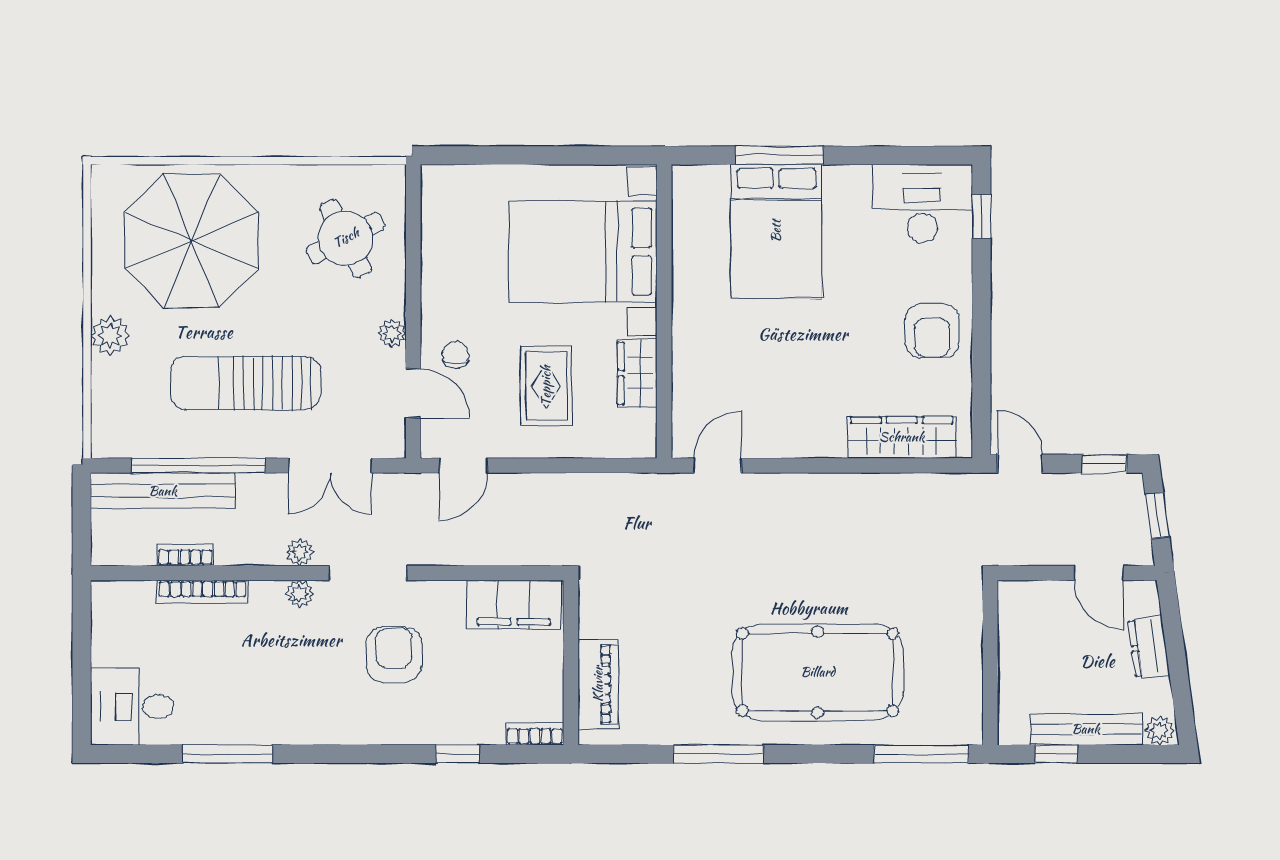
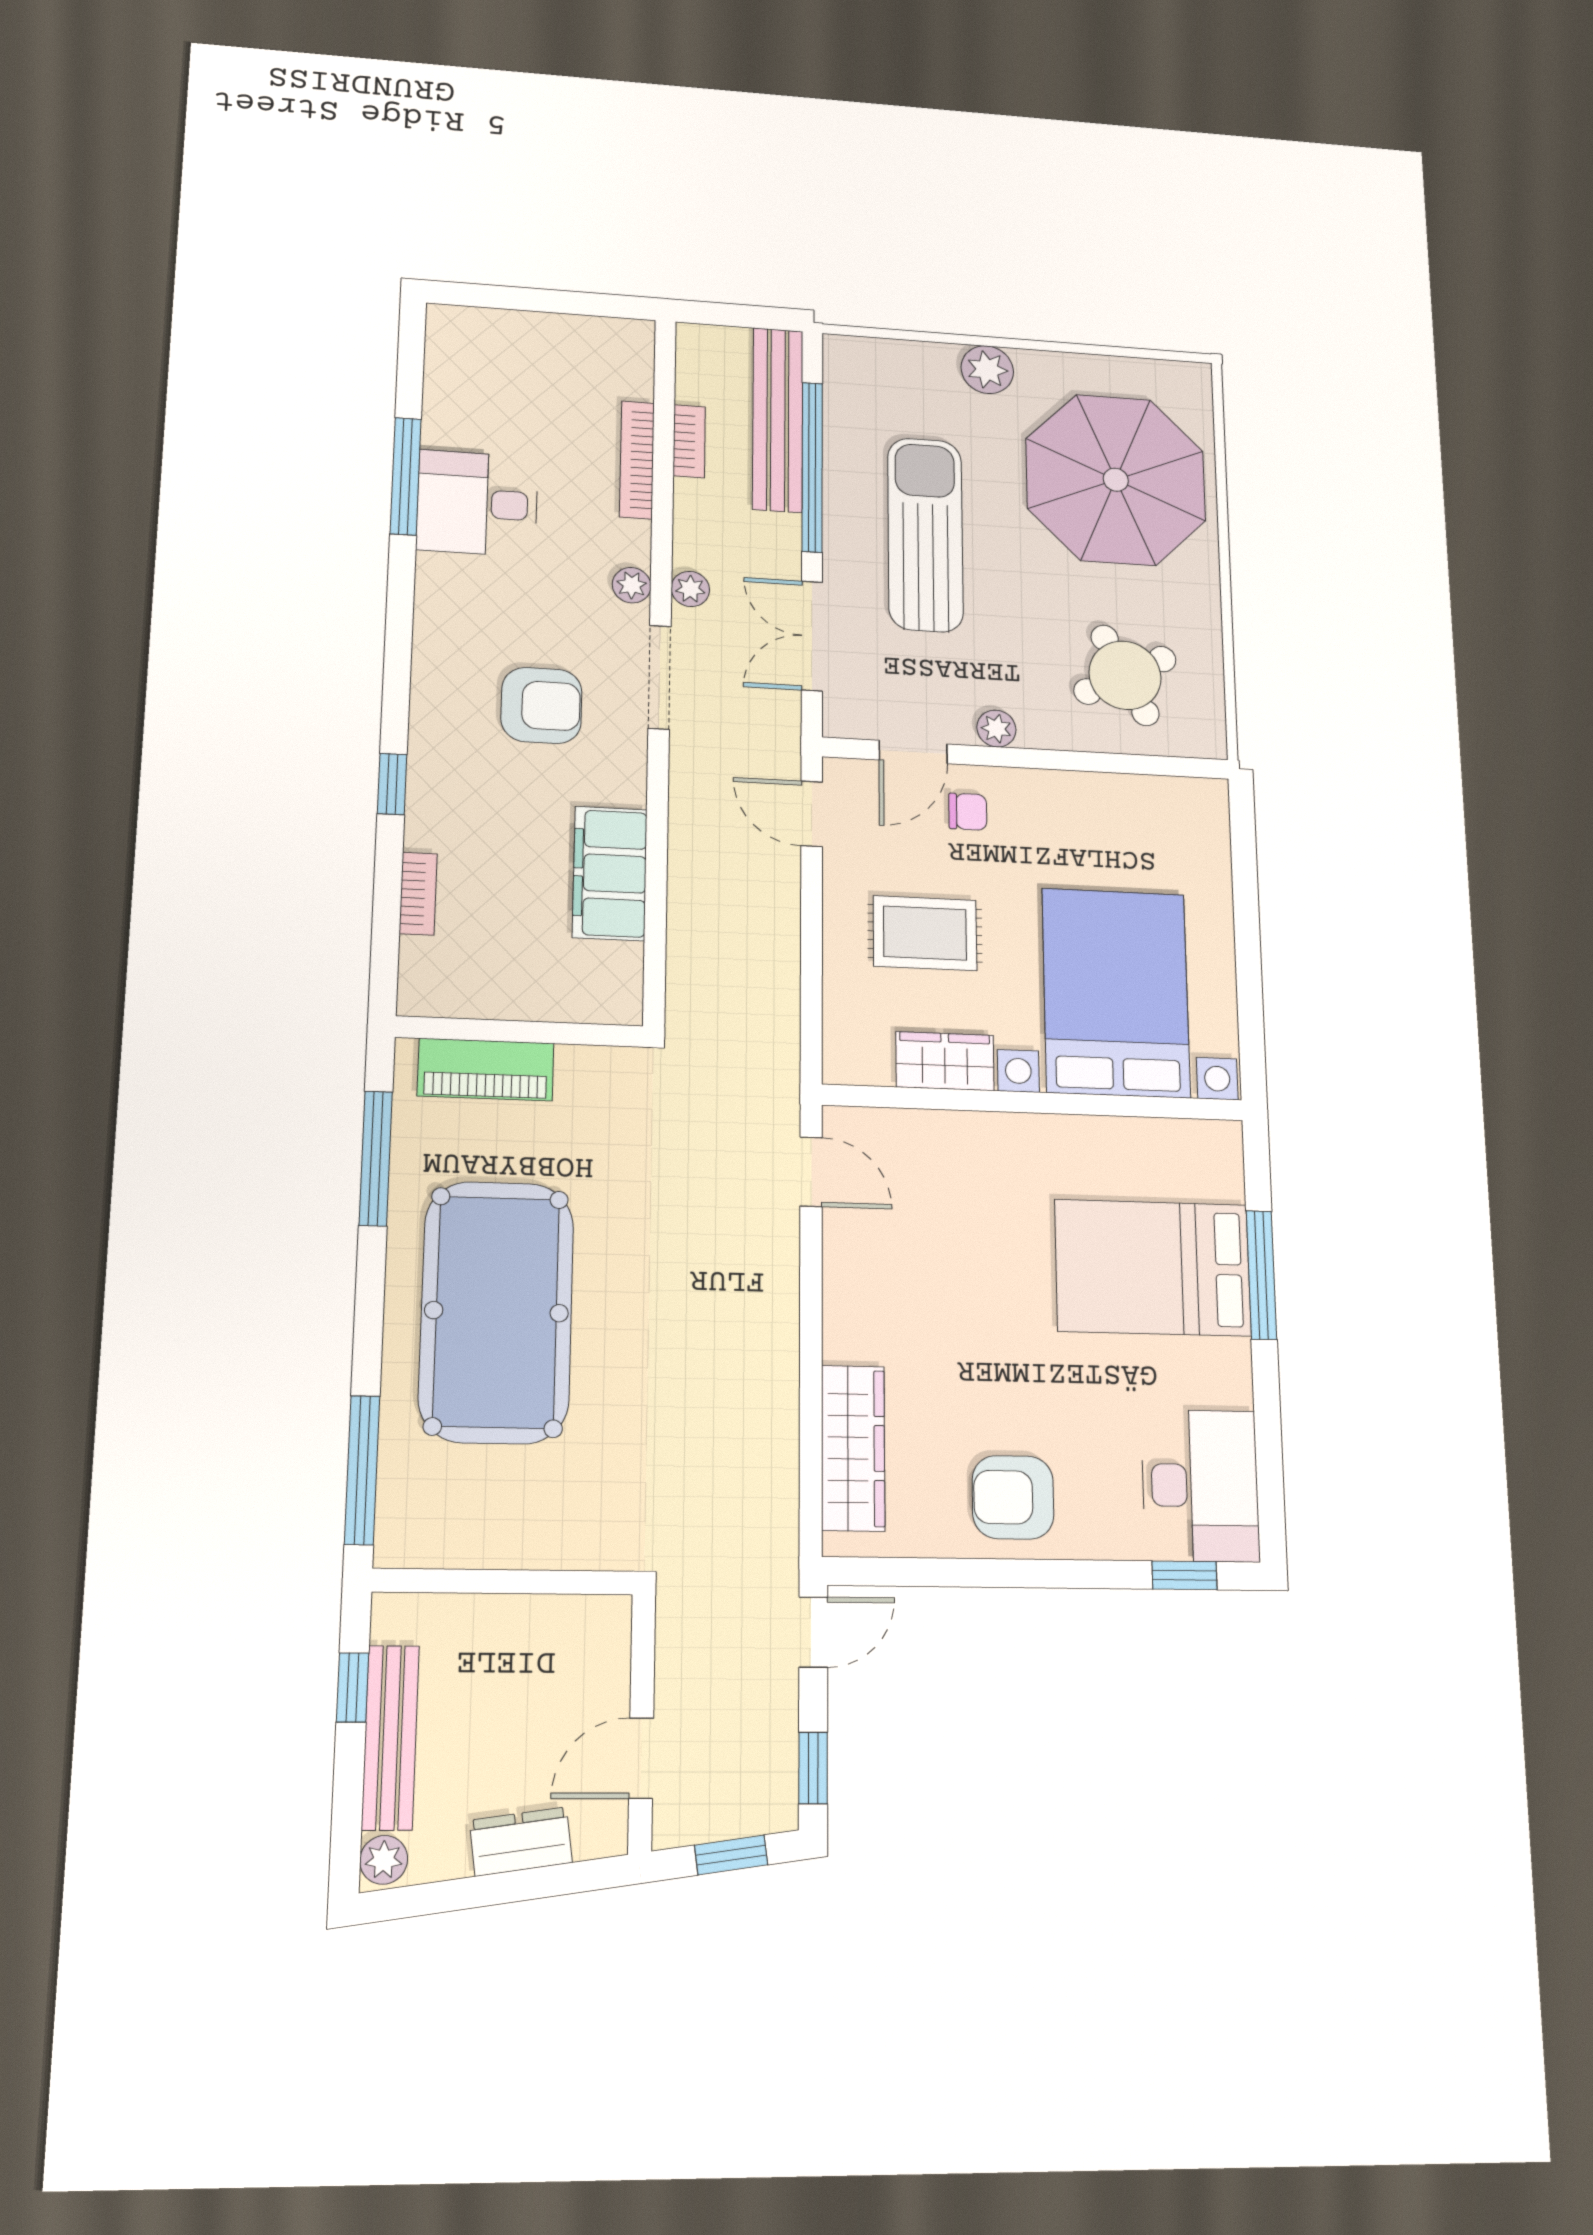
wall: (571, 663) -> (520, 1032), moved
piano: (598, 684) -> (486, 1070), moved
desk: (132, 706) -> (477, 503), moved, turned -90

